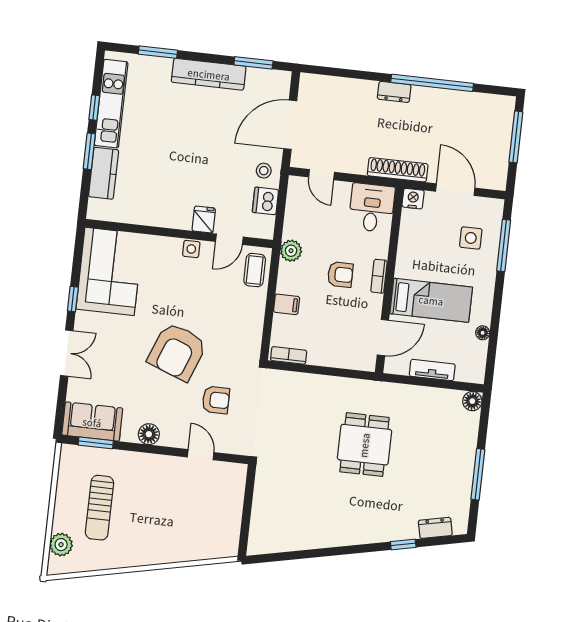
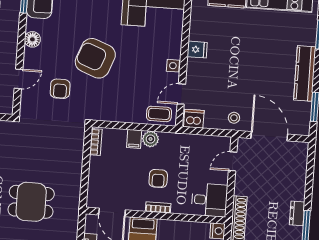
dishwasher: (265, 201) -> (194, 119), moved
fridge: (204, 220) -> (197, 50), moved
door: (229, 239) -> (181, 94), hinge flipped
plant: (291, 251) -> (151, 139), moved

